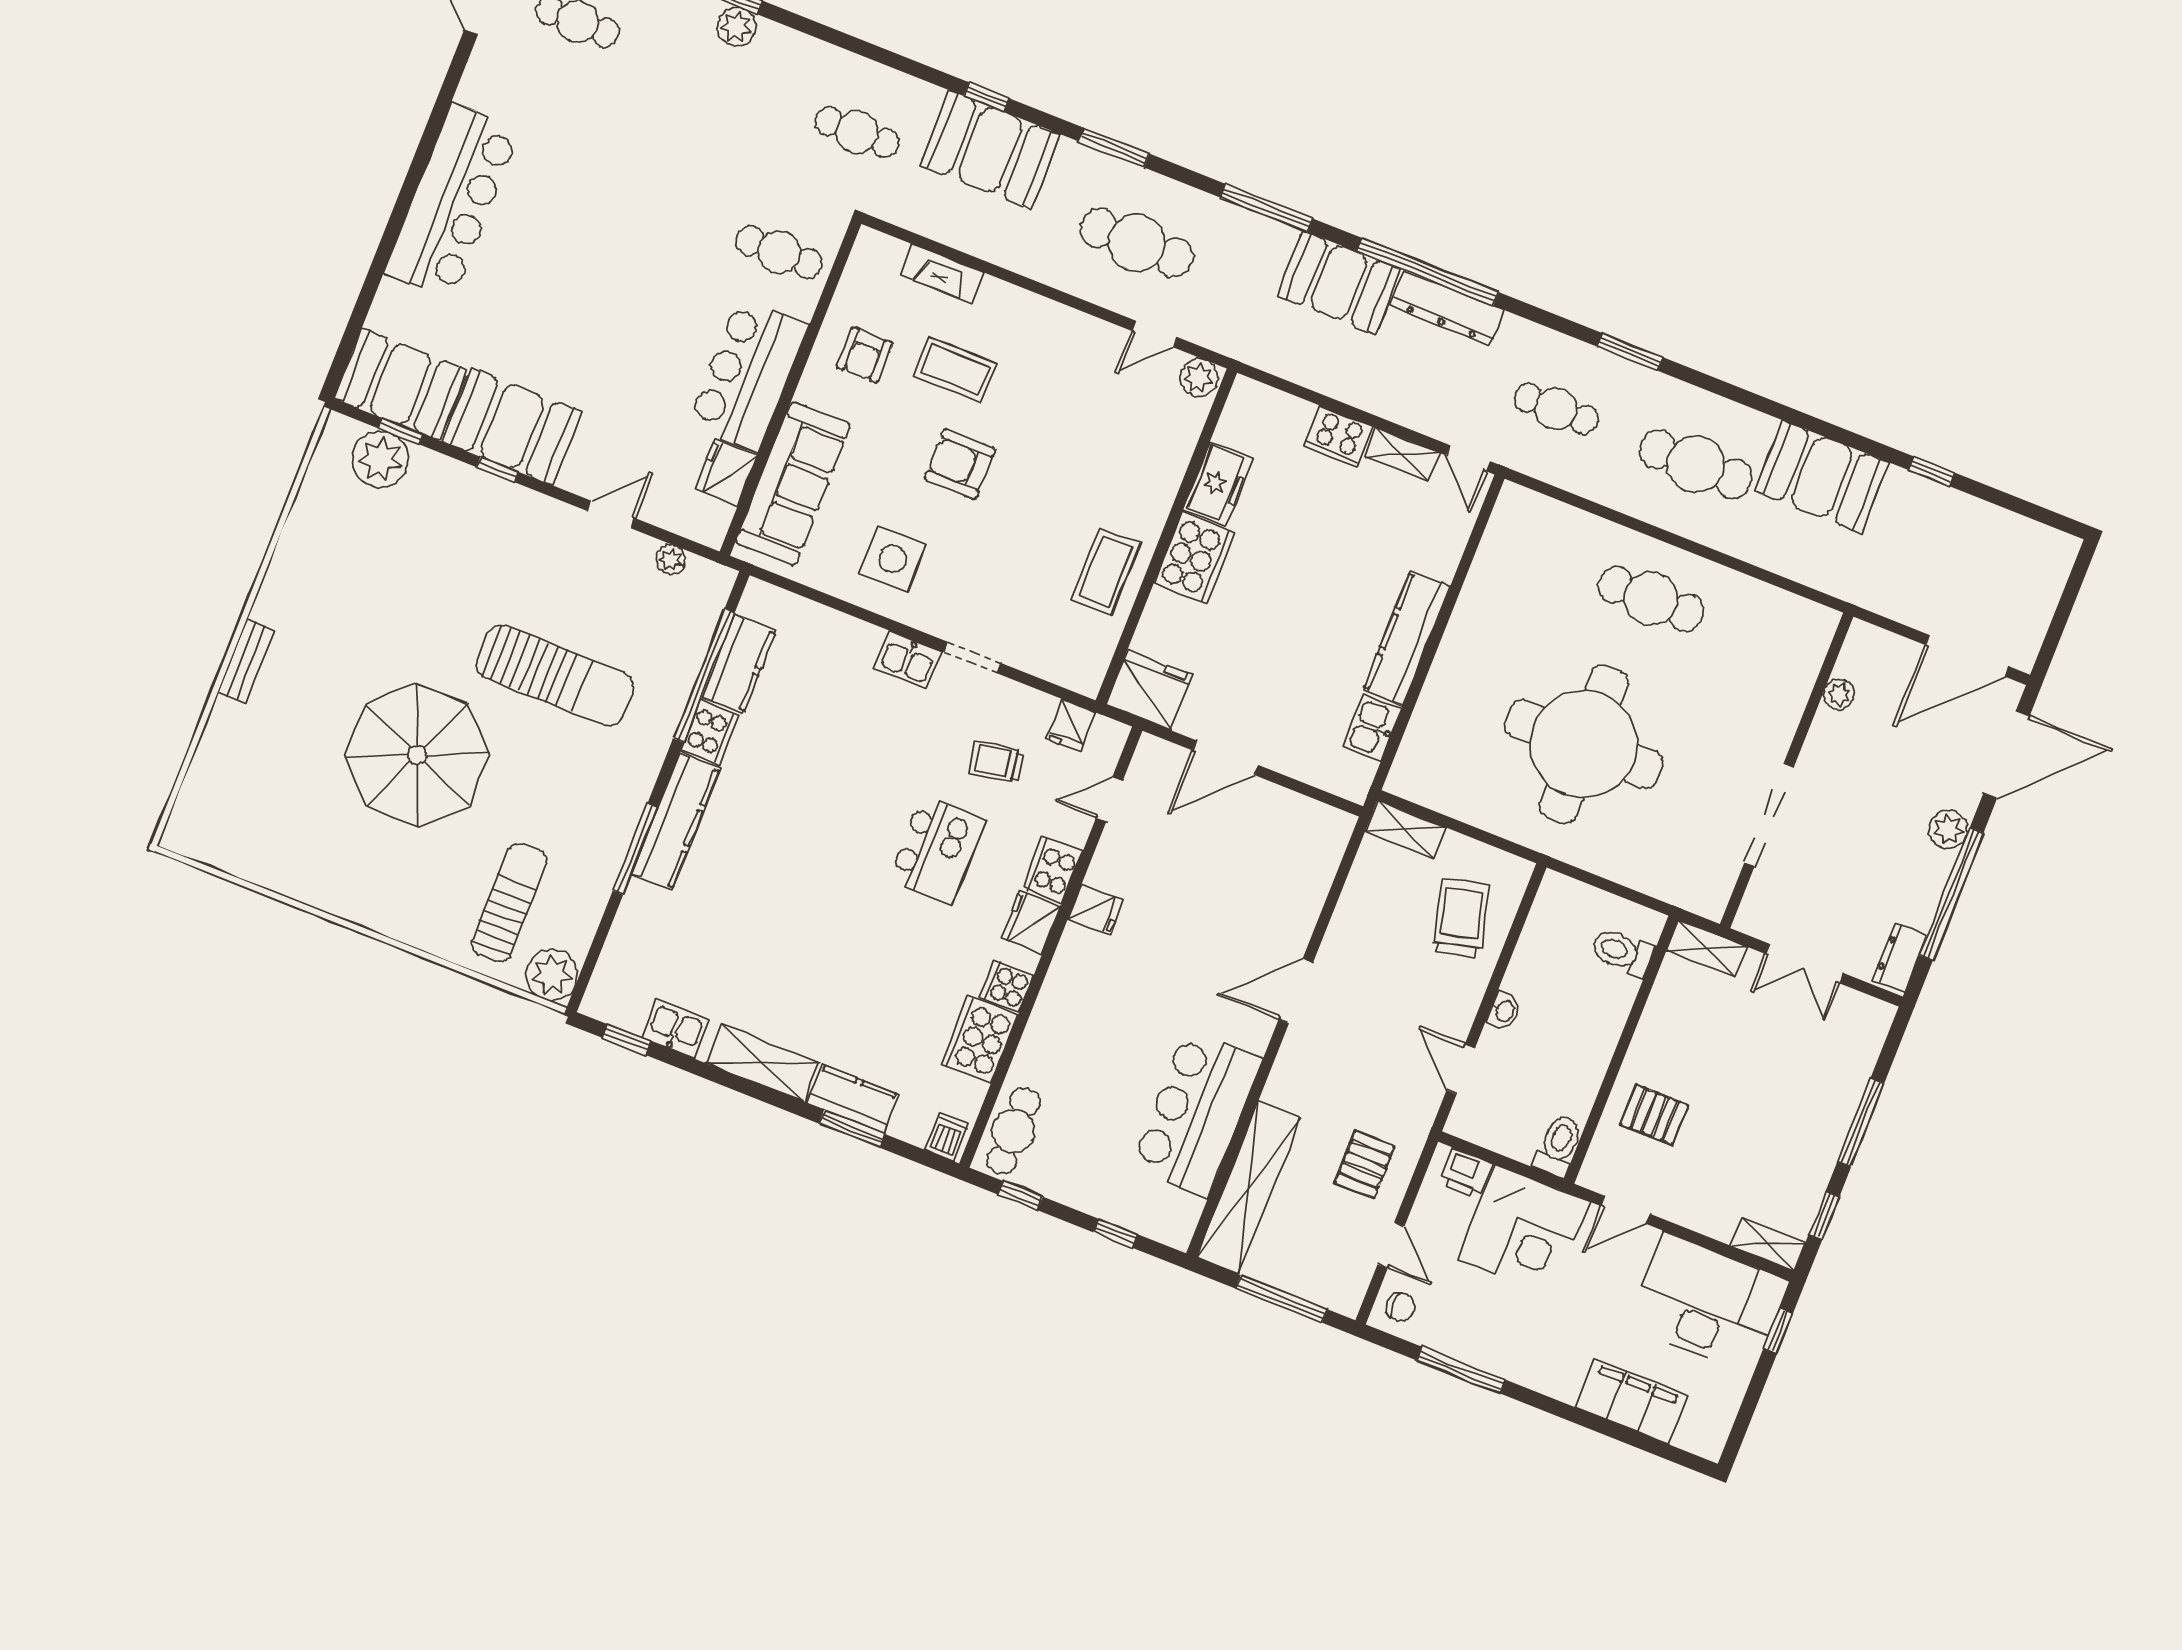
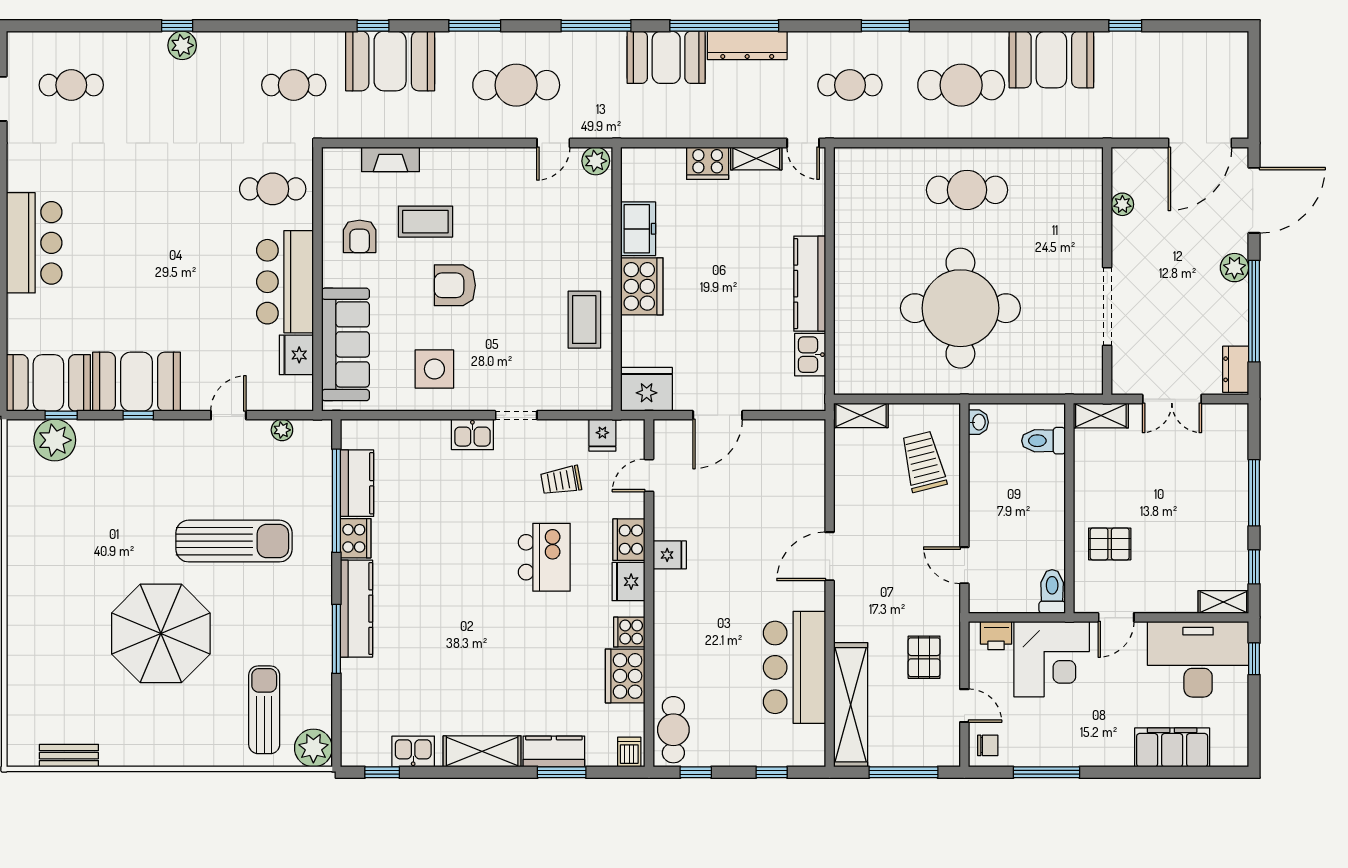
bar counter: (452, 201) -> (34, 243), width x0.73
bench: (246, 661) -> (69, 756), moved, turned 90
washbasin: (1504, 1011) -> (978, 422), moved

